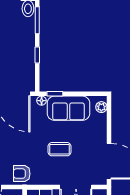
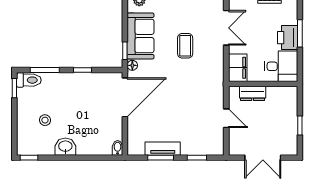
armchair: (22, 174) -> (212, 87), removed

